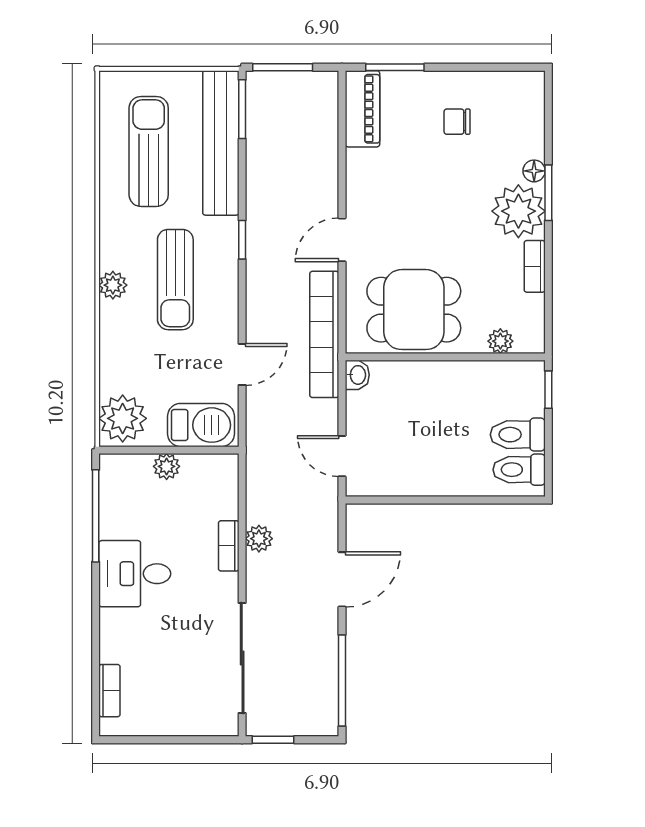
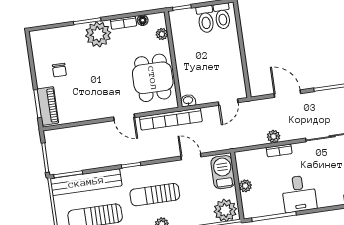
piano: (362, 109) -> (48, 106), moved, turned 90
floor lamp: (534, 171) -> (143, 20), moved
sun lounger: (175, 280) -> (155, 195), turned 180

